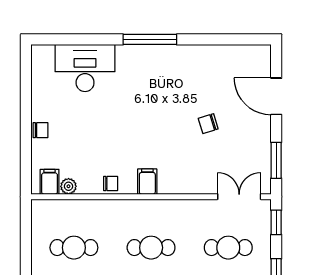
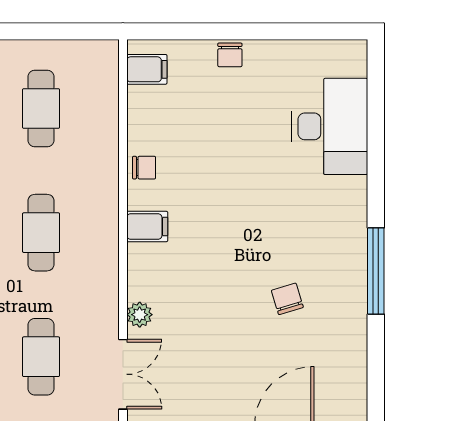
window: (150, 39) -> (376, 271), moved
chair: (208, 124) -> (287, 299), moved
chair: (111, 183) -> (144, 168), turned -90
plant: (68, 186) -> (140, 315), moved

